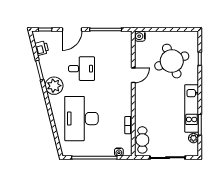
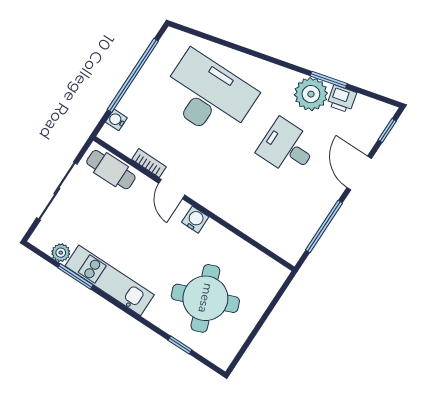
water cooler: (140, 36) -> (195, 220), moved
printer: (42, 48) -> (342, 99), moved
desk: (82, 69) -> (287, 147), turned 90
door: (133, 75) -> (172, 189), moved
plant: (54, 86) -> (311, 94), moved

